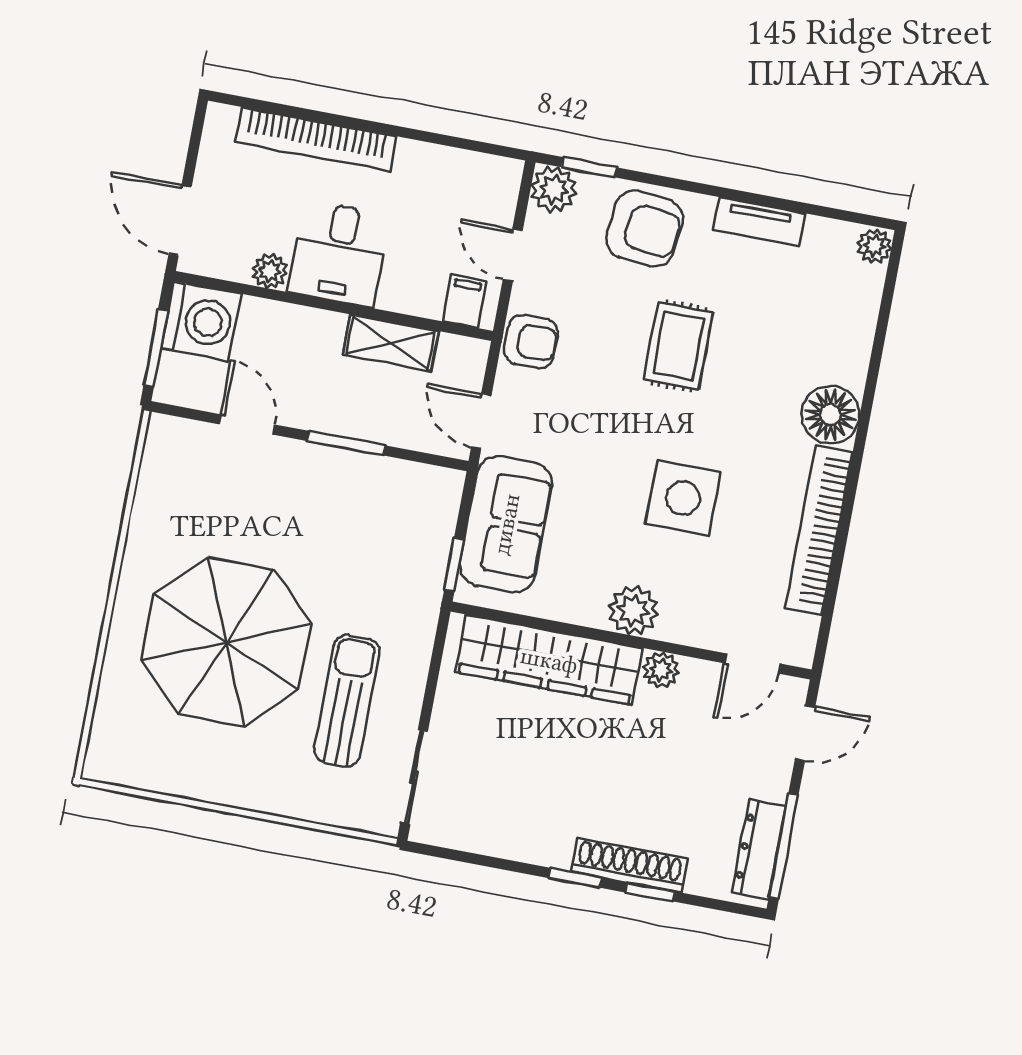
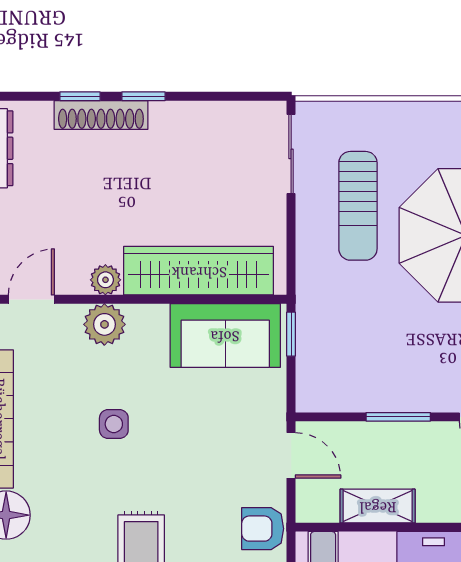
side table: (683, 498) -> (114, 424), width x0.54, depth x0.54
sofa: (506, 524) -> (225, 335), moved, turned -90
plant: (633, 610) -> (104, 324), moved

